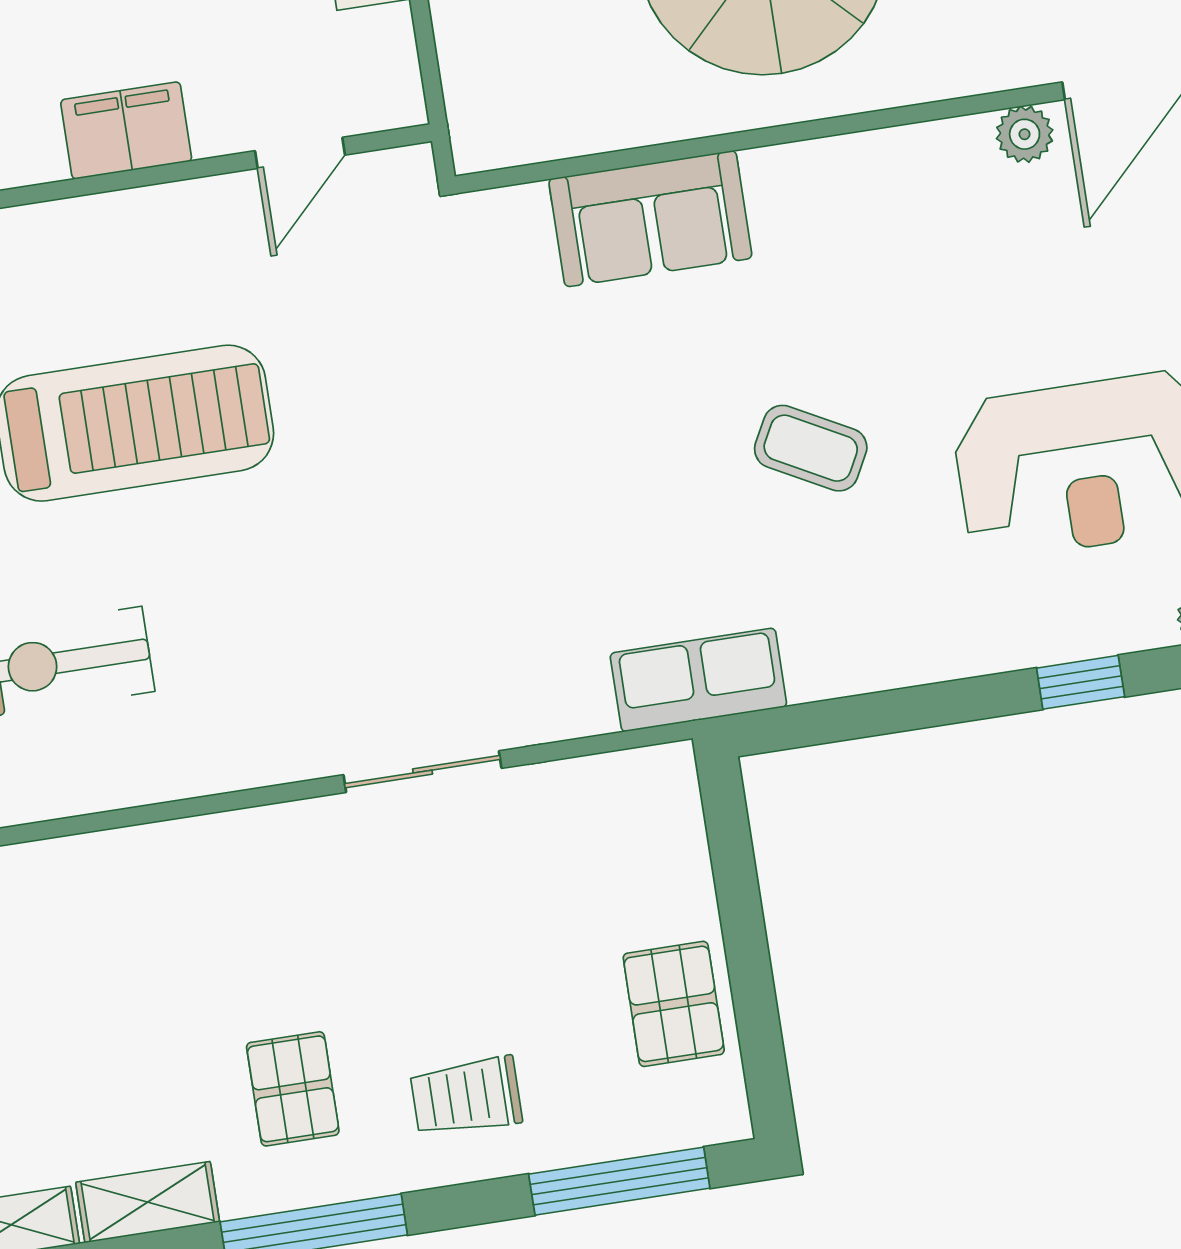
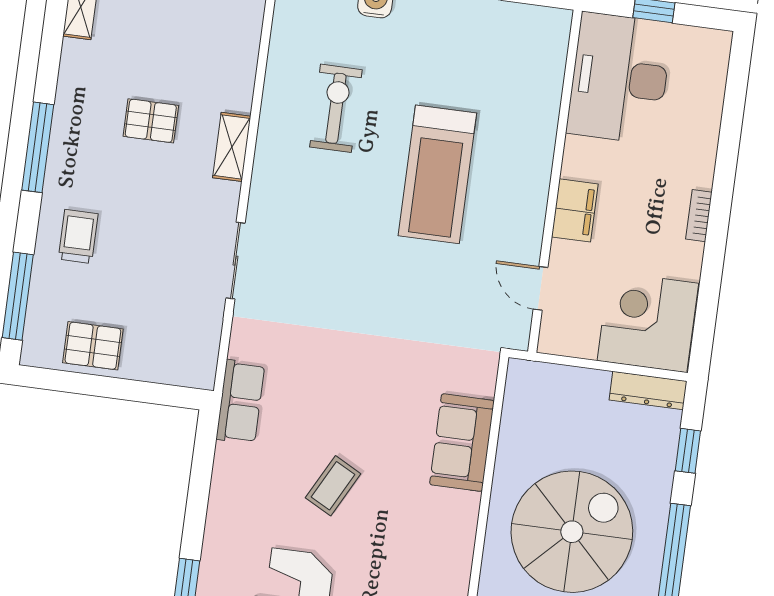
pallet: (293, 1089) -> (151, 121), moved
shelving: (148, 1202) -> (232, 147), moved

